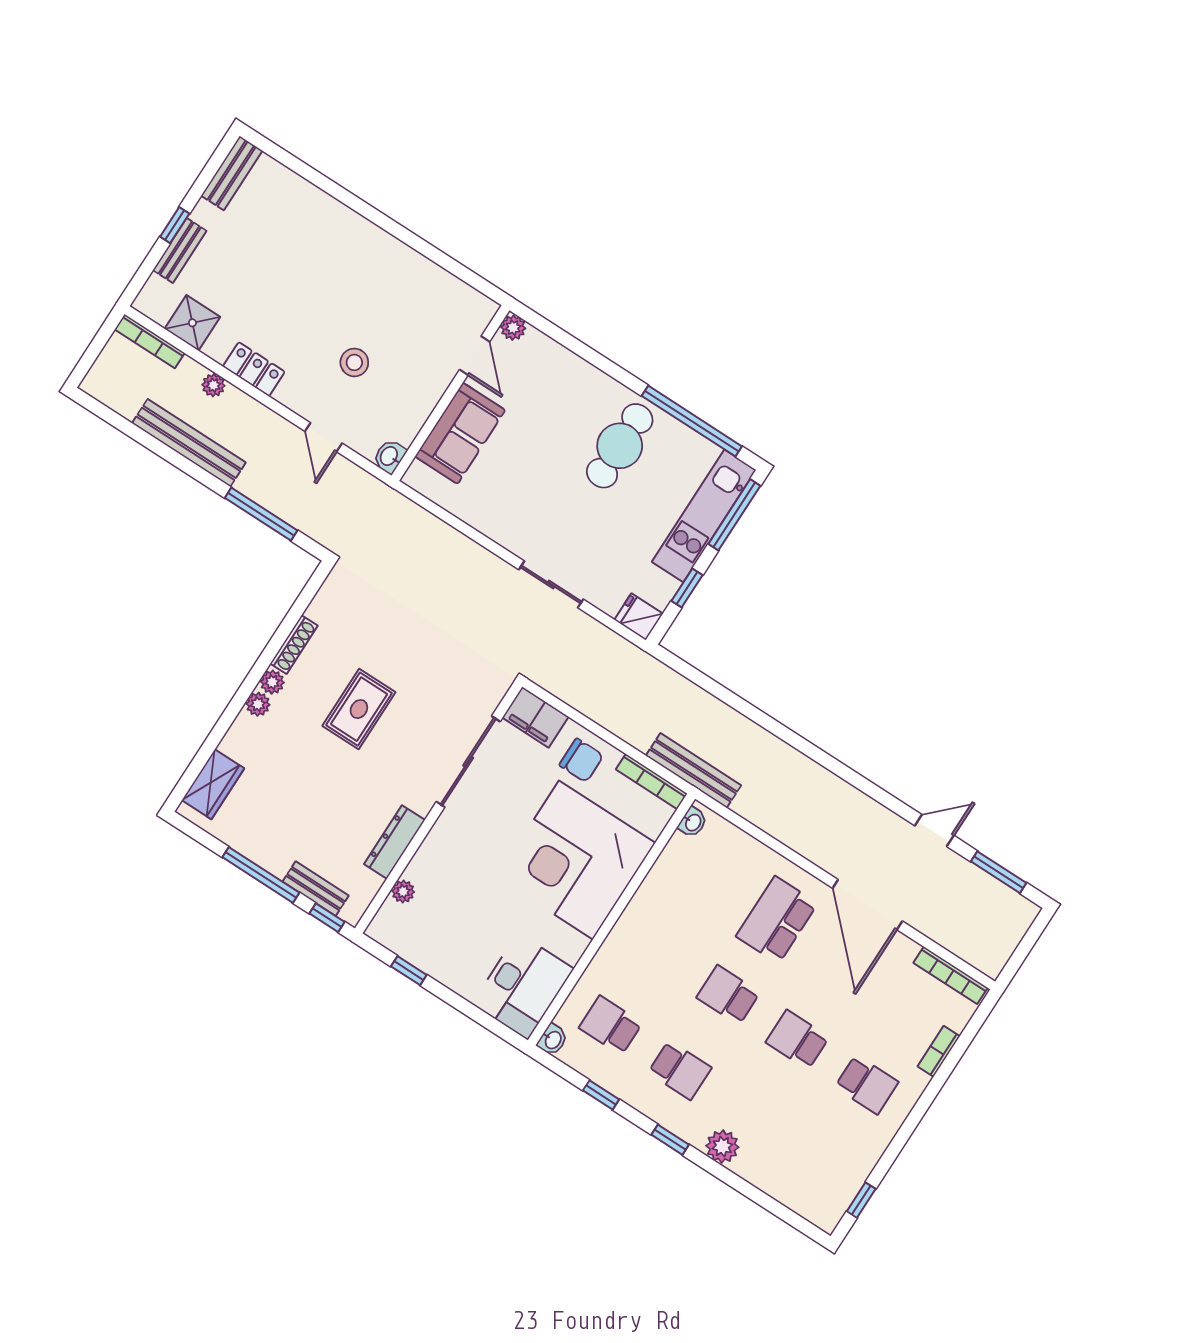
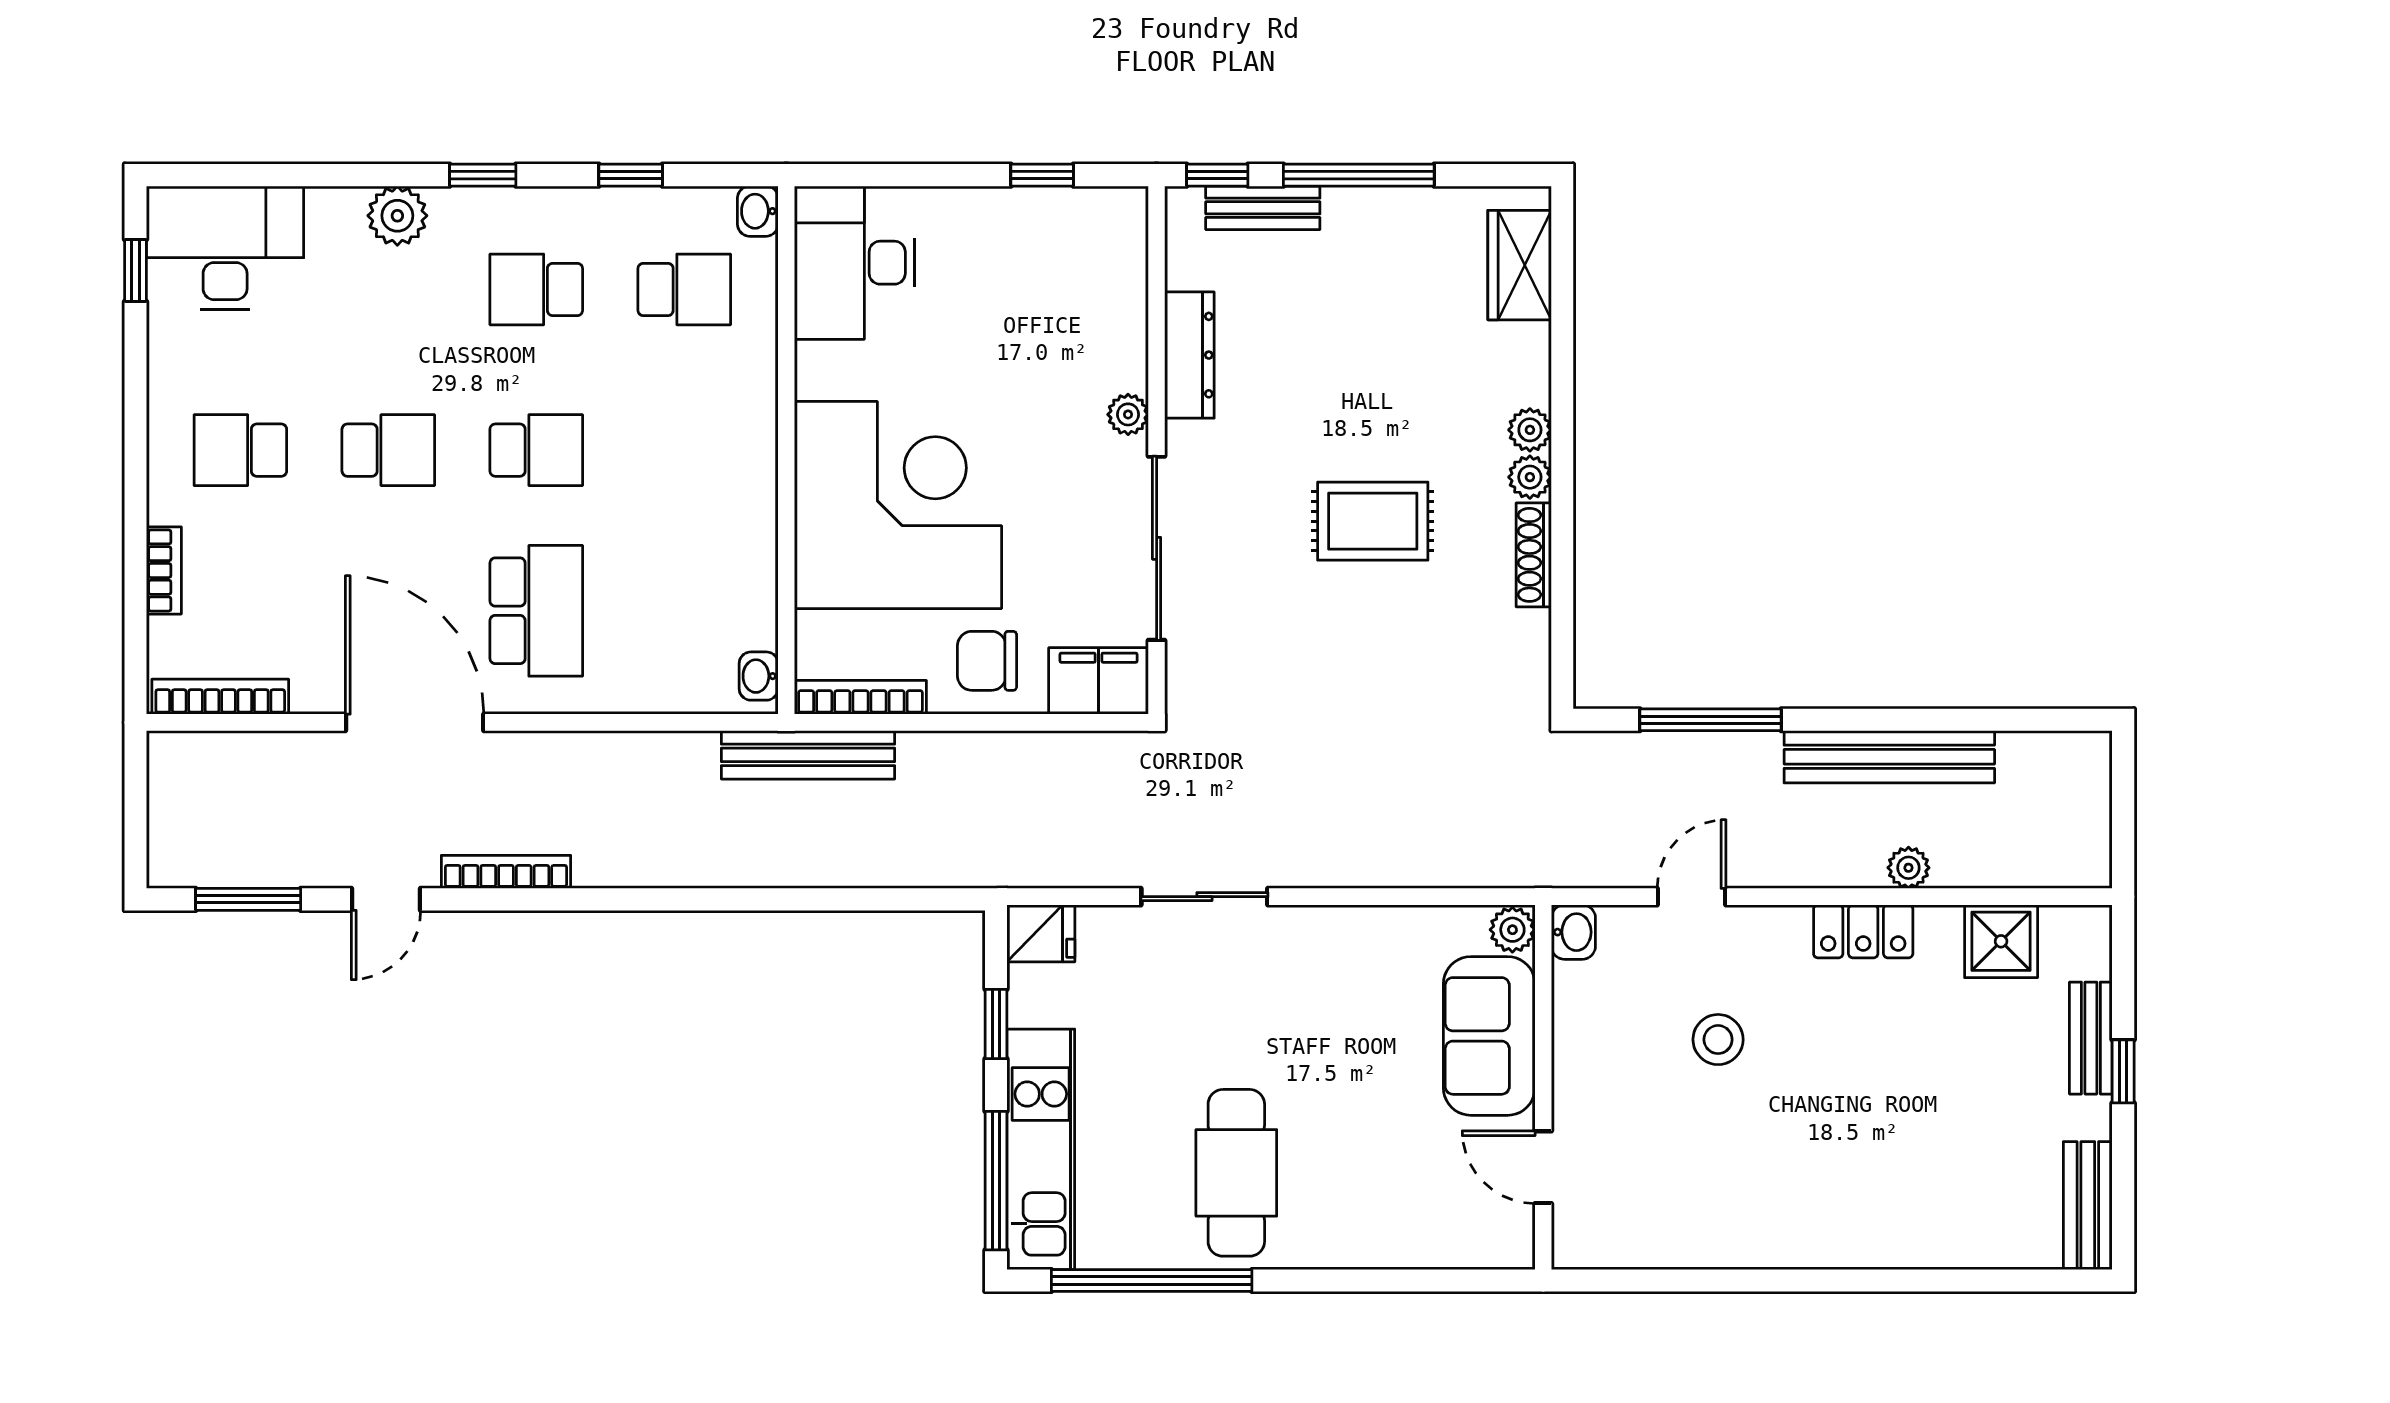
plant: (513, 328) -> (1512, 930), moved
bookcase: (150, 341) -> (506, 872), moved
door: (324, 437) -> (1692, 897), hinge flipped
rug: (359, 709) -> (1373, 521), turned 90
plant: (403, 891) -> (1128, 414), moved
desk: (813, 1184) -> (225, 248), added

